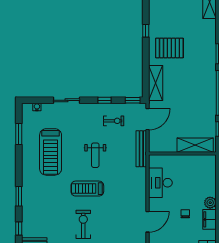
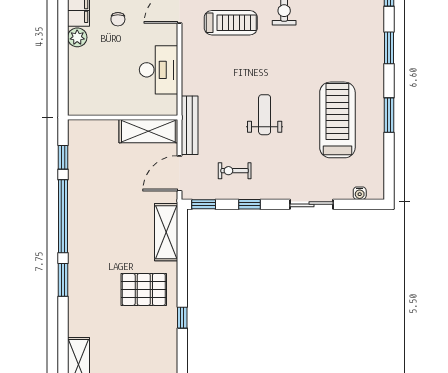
window: (19, 134) -> (389, 115), moved
shelving: (195, 145) -> (148, 131), moved
treadmill: (87, 189) -> (231, 23), moved

